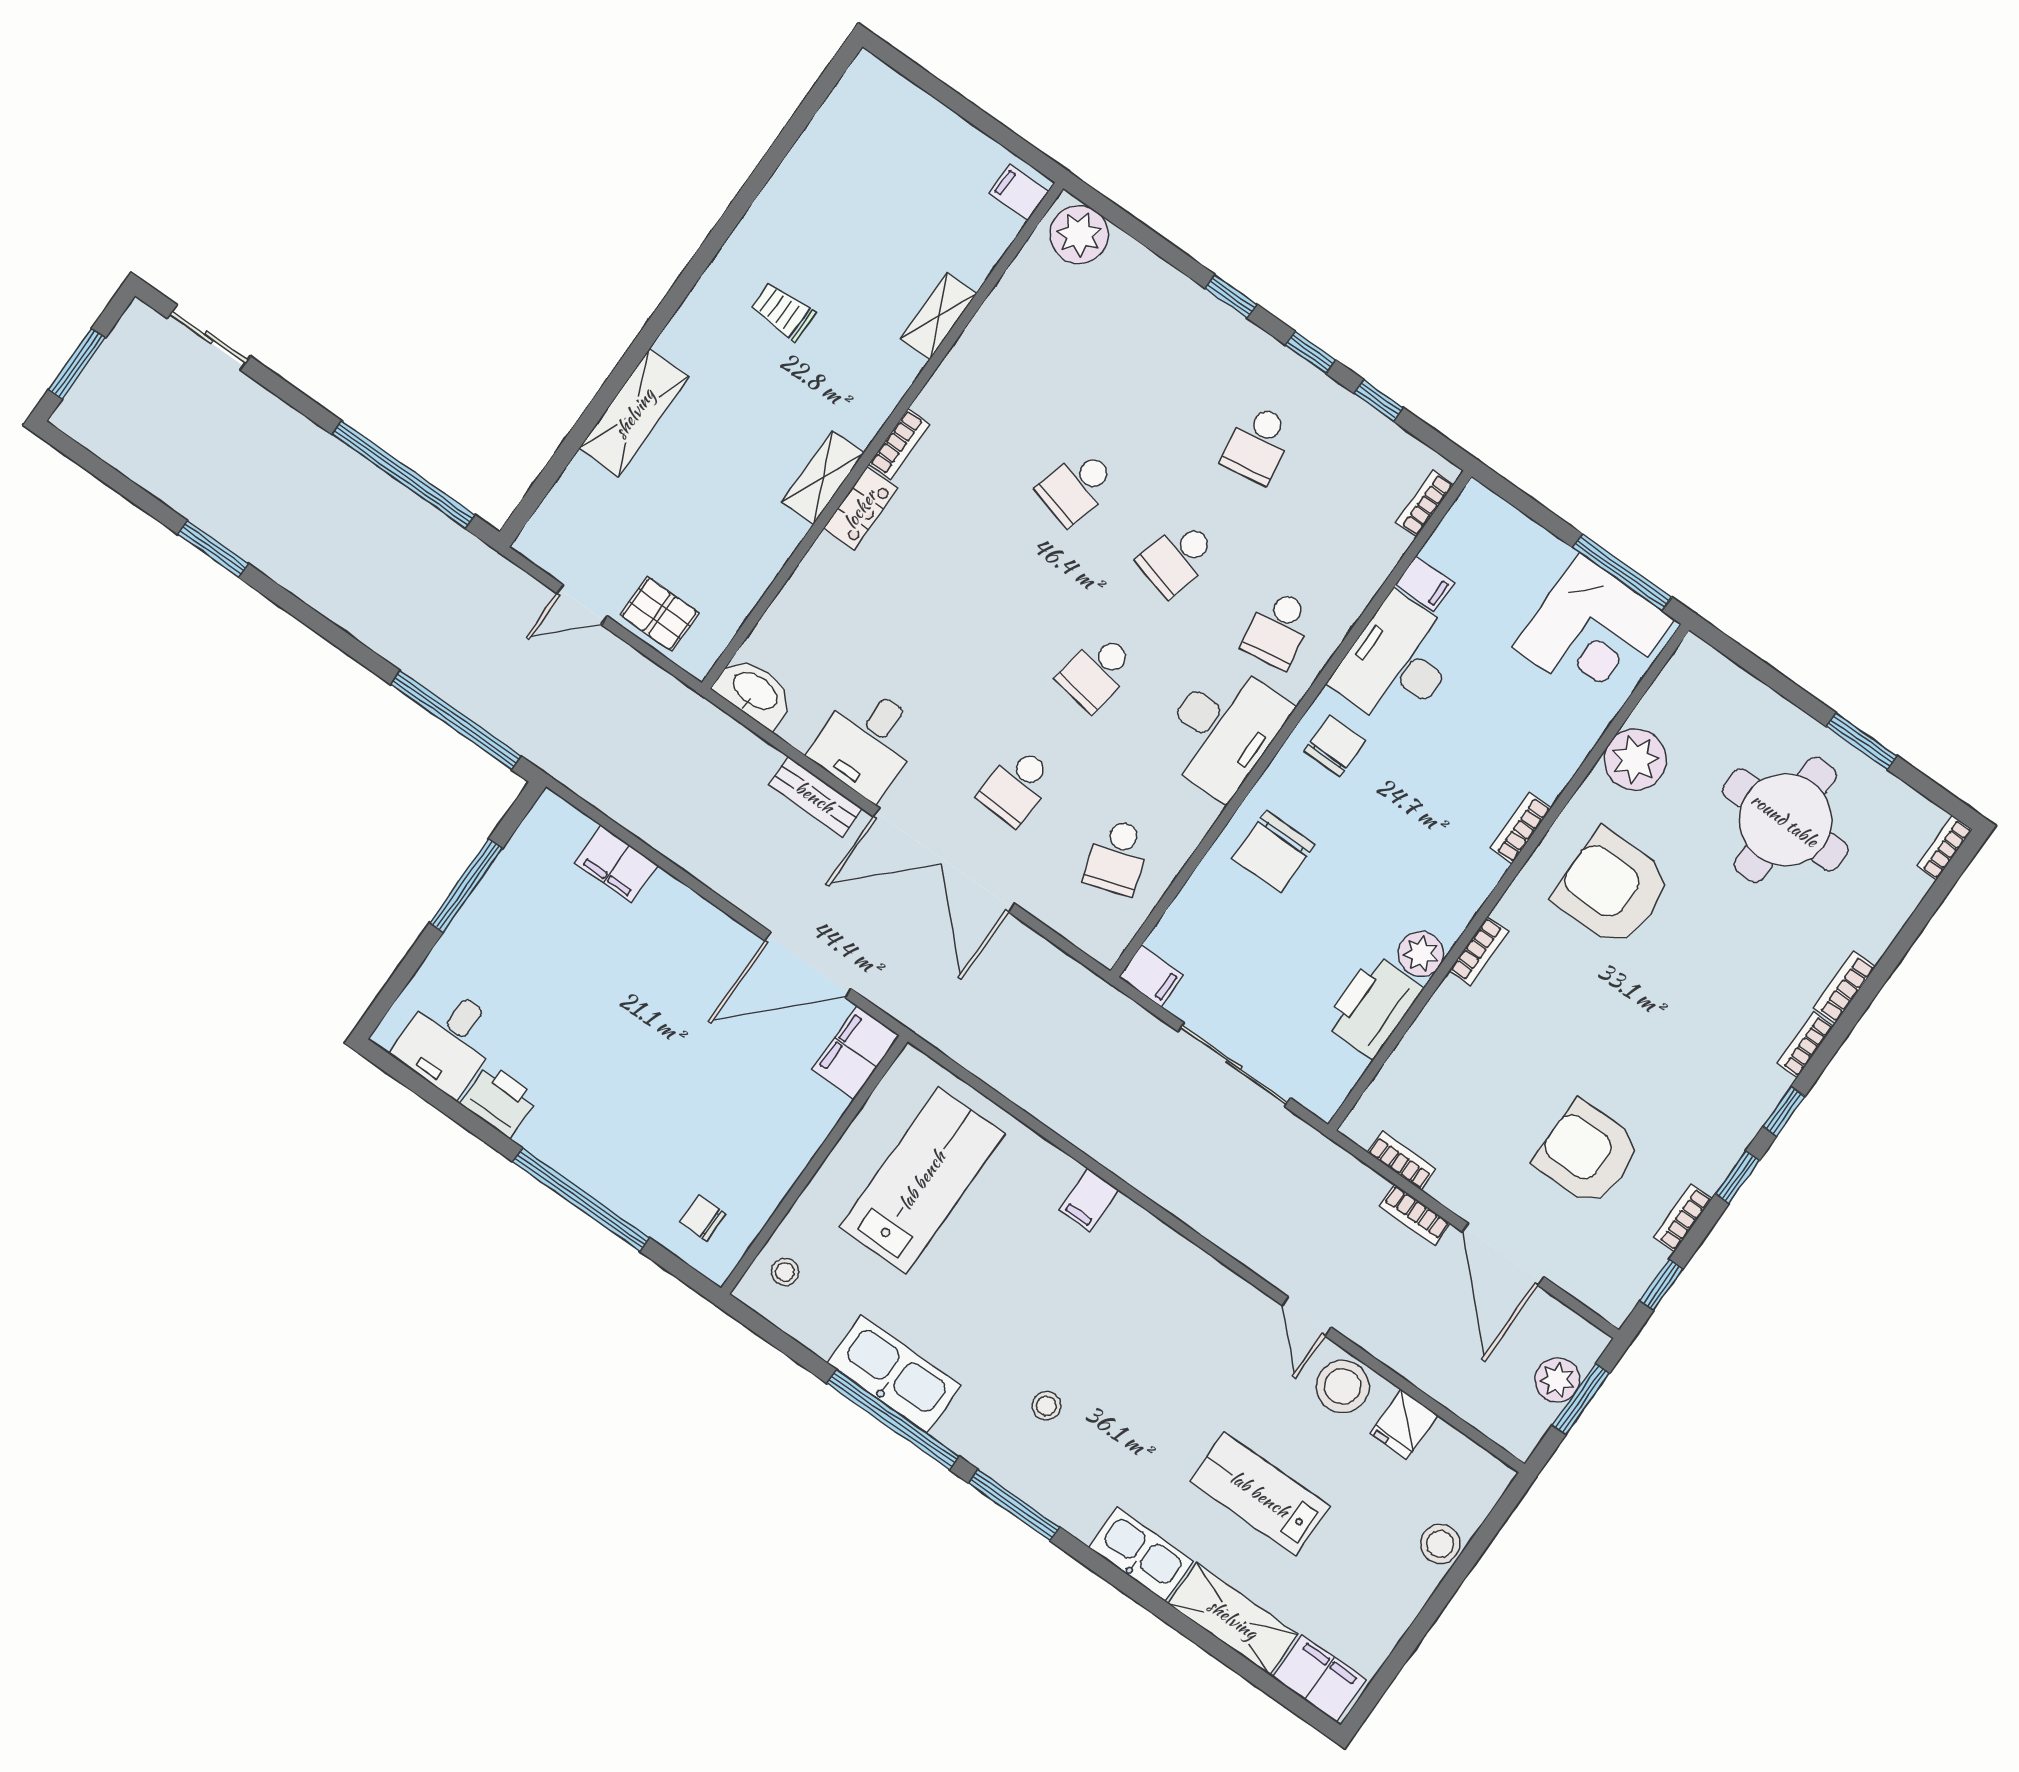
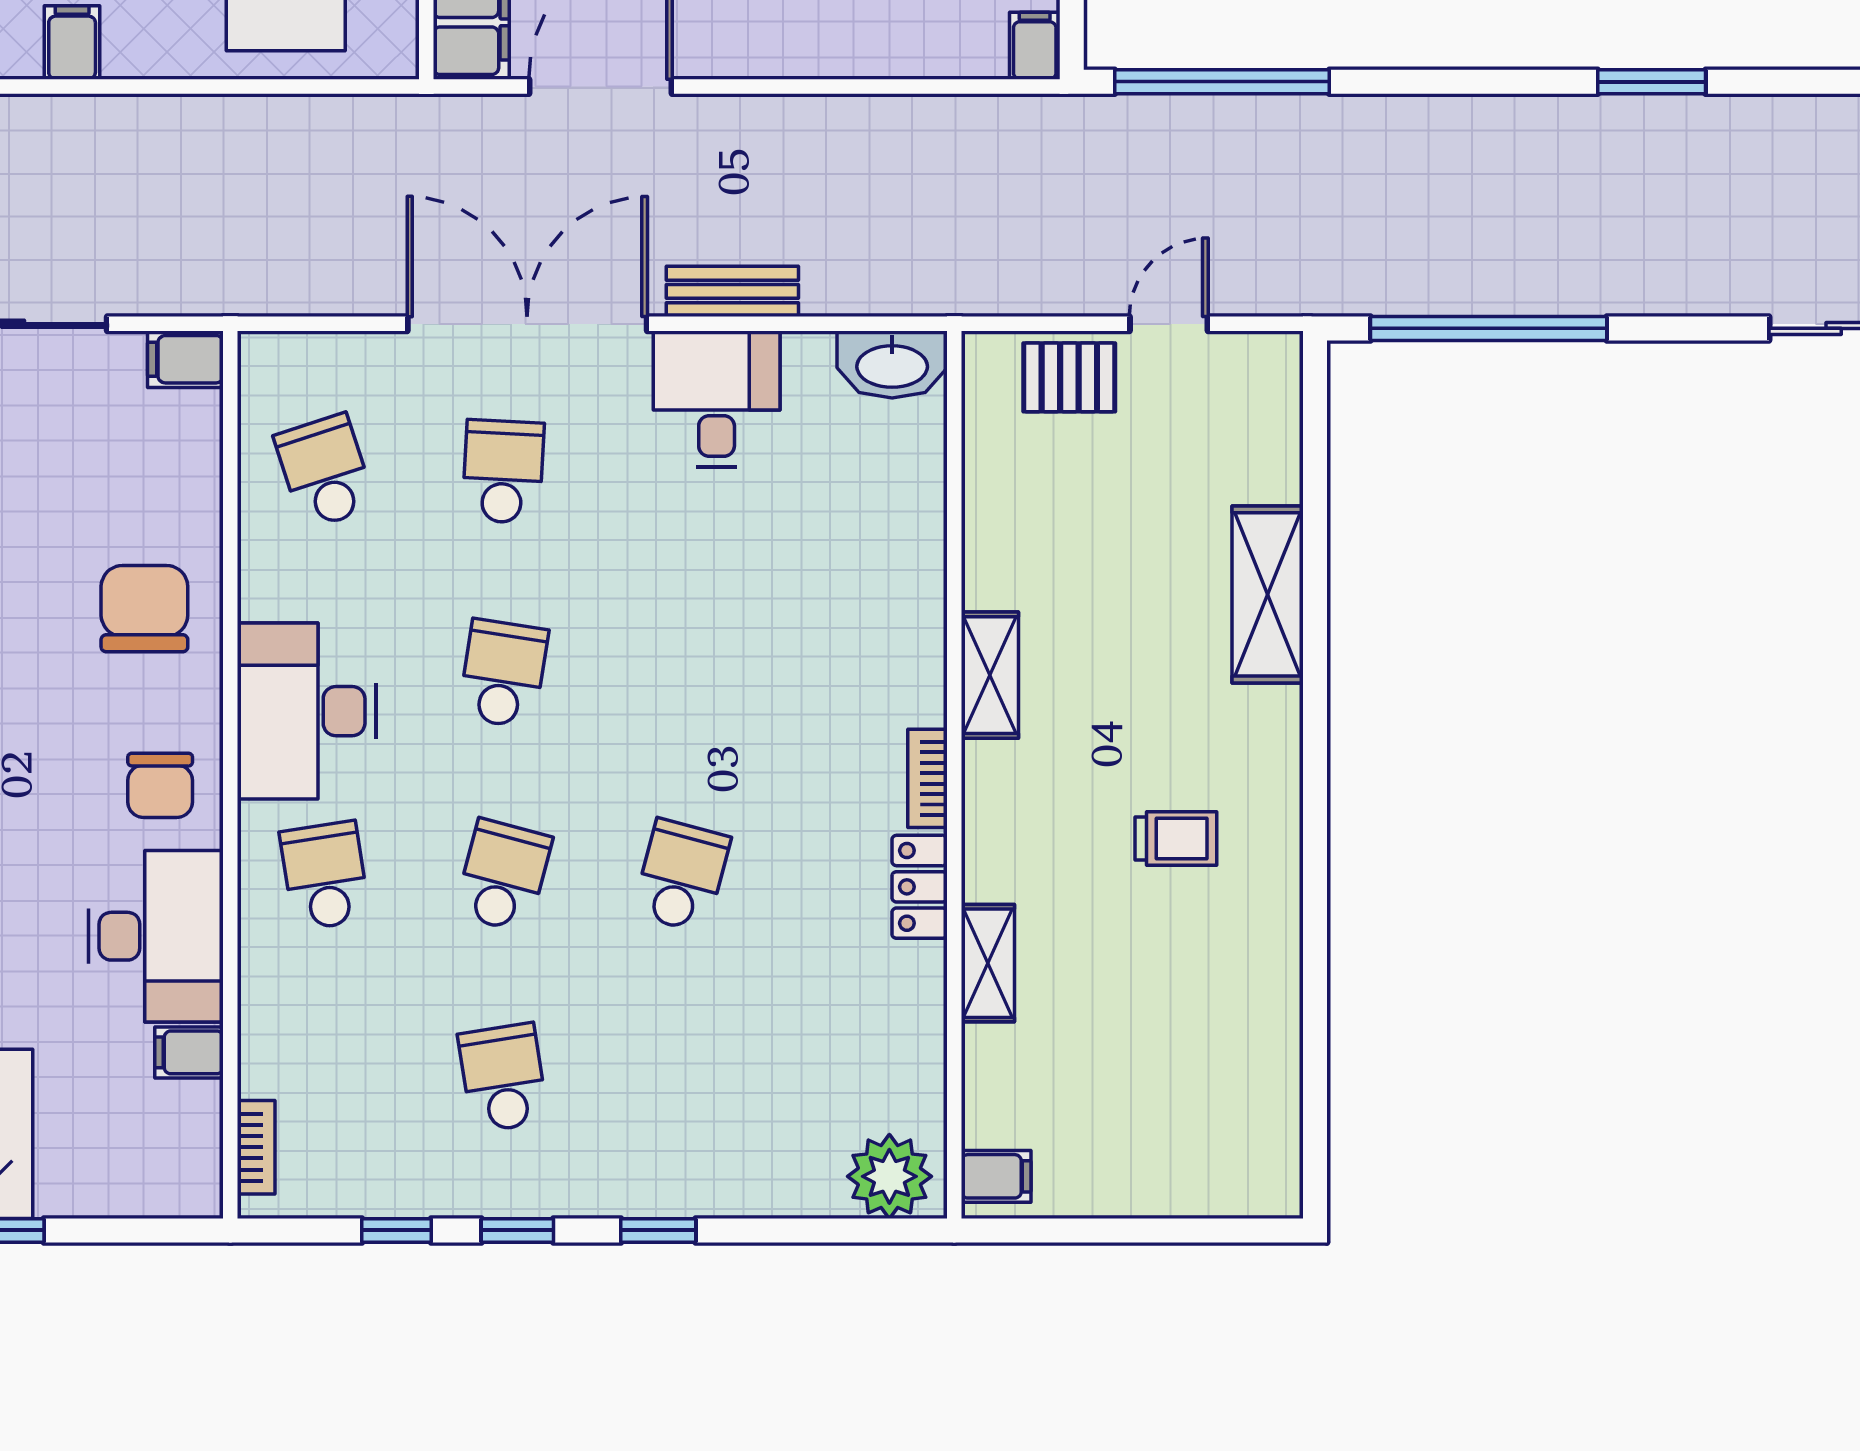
locker: (860, 509) -> (920, 887), moved
filing cabinet: (617, 864) -> (1035, 46), moved, width x0.50

